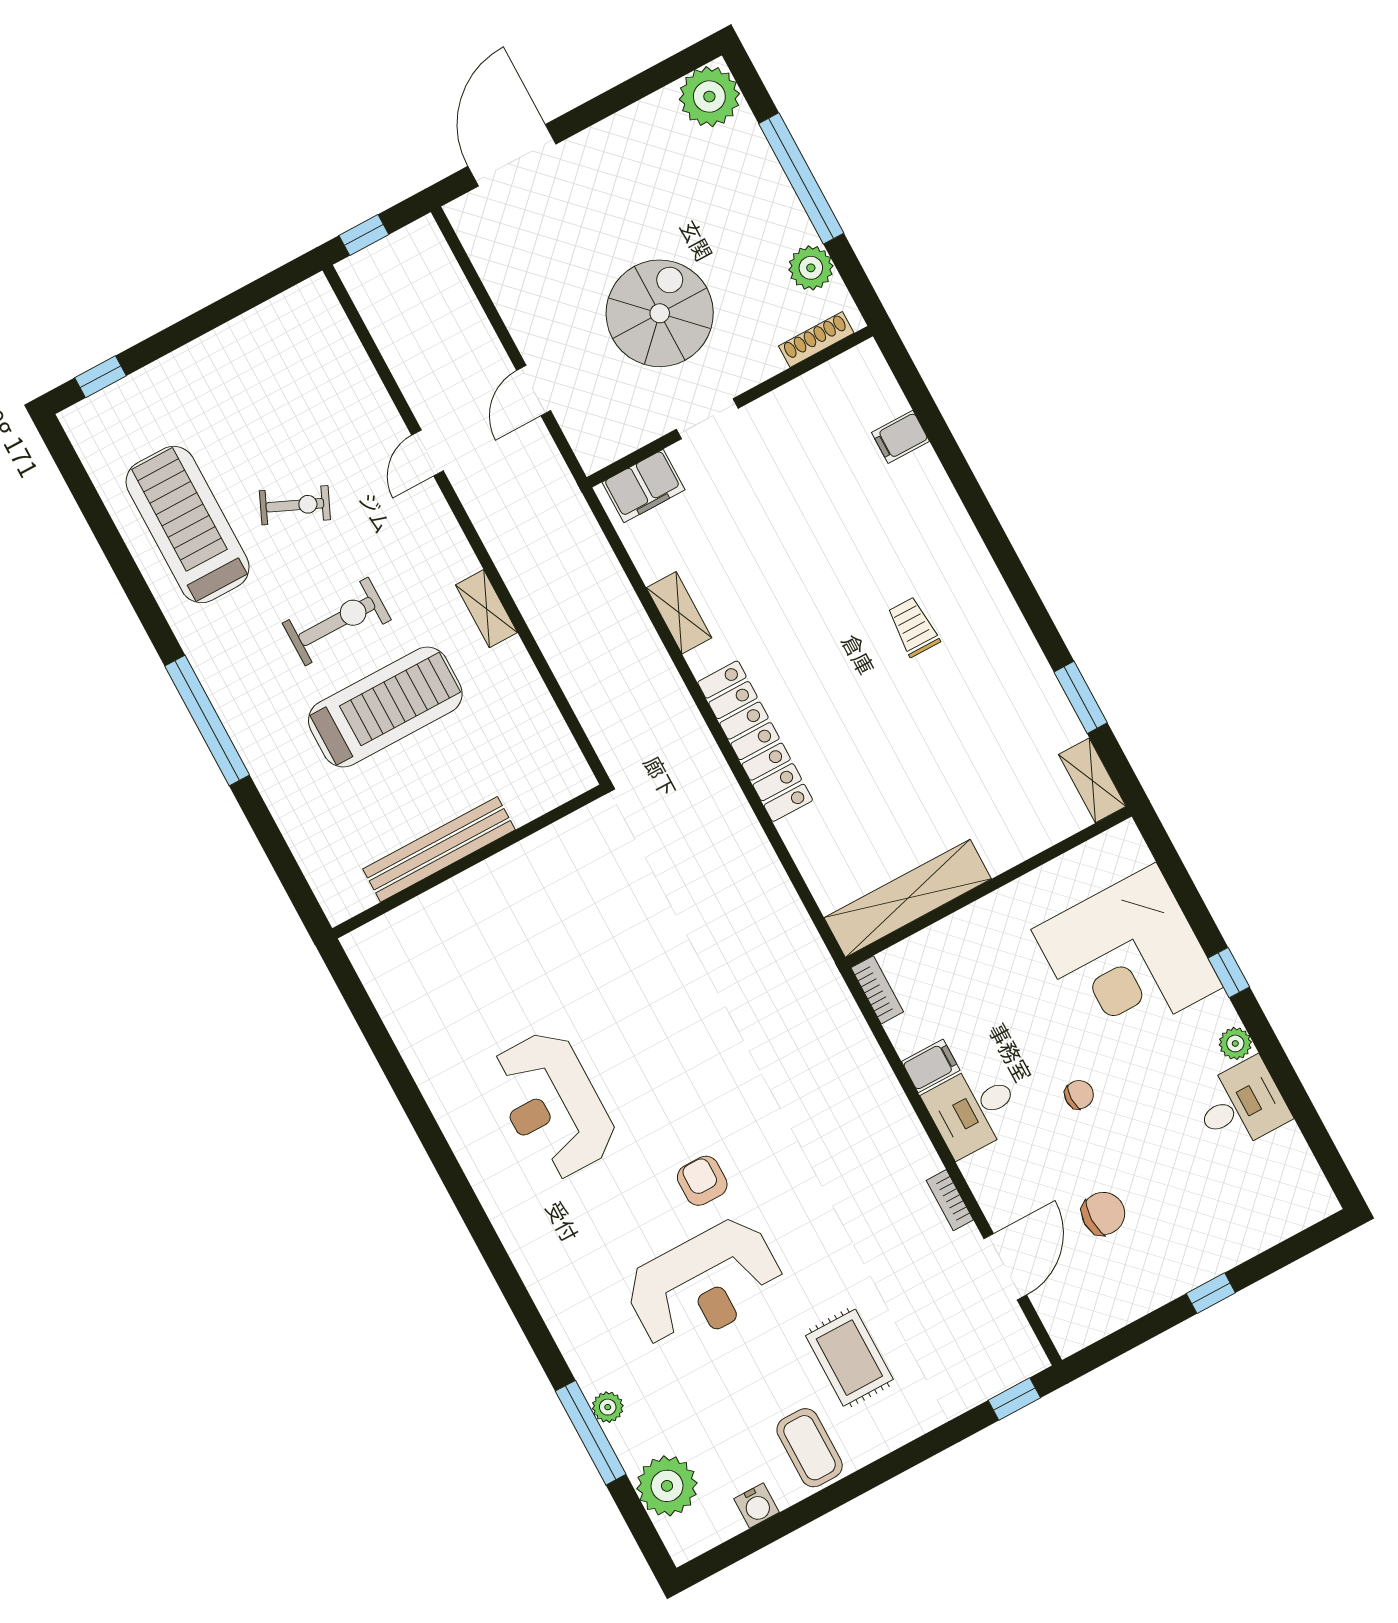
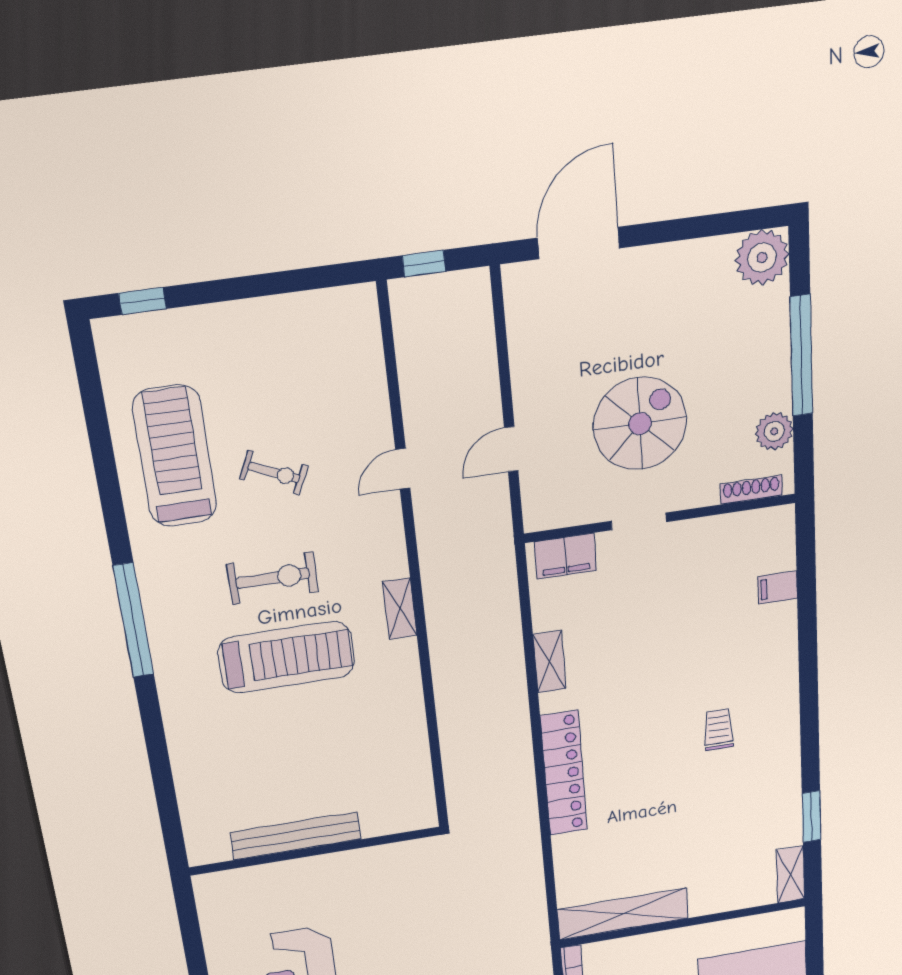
bench: (439, 849) -> (296, 836), moved
wall: (469, 862) -> (315, 851), moved

